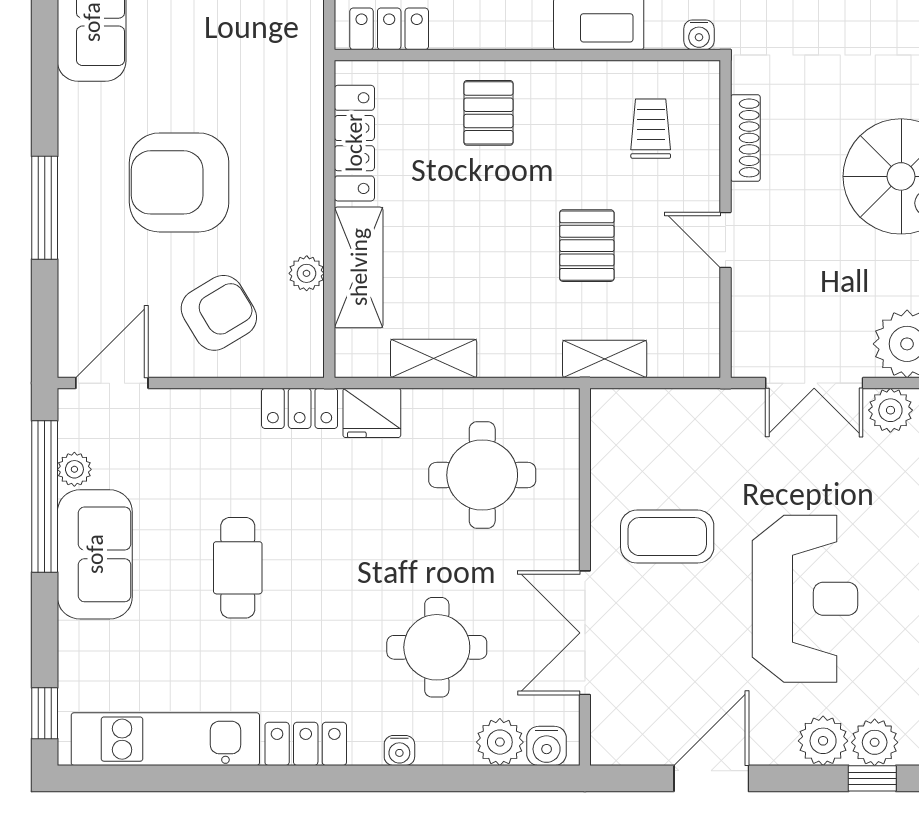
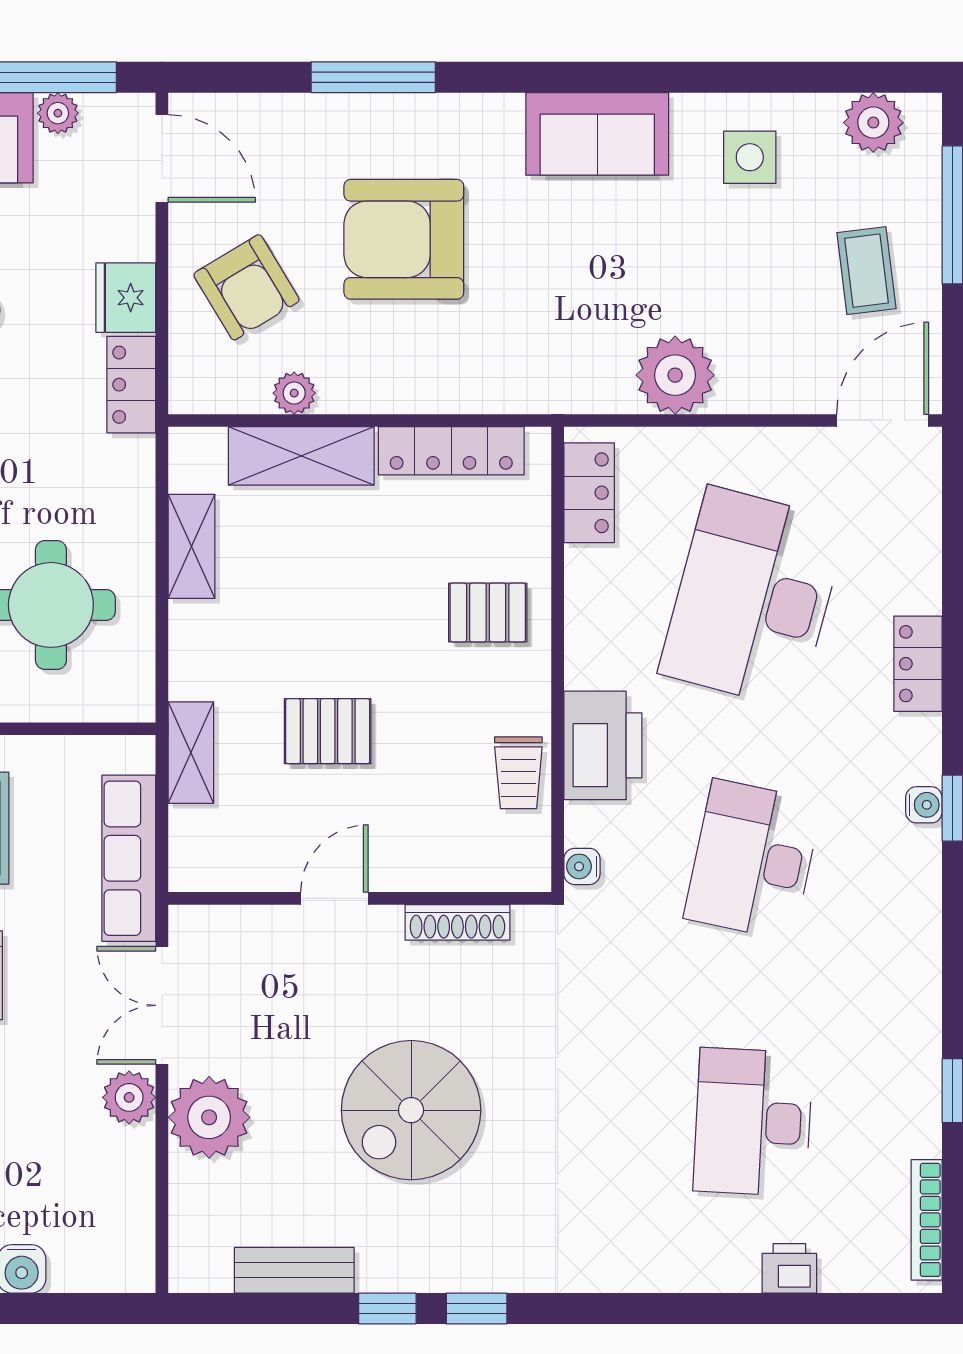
trolley: (651, 129) -> (518, 773), moved, turned 90
armchair: (179, 182) -> (404, 239), turned -90
row of seats: (692, 410) -> (129, 858), added
fridge: (372, 413) -> (126, 298), moved

